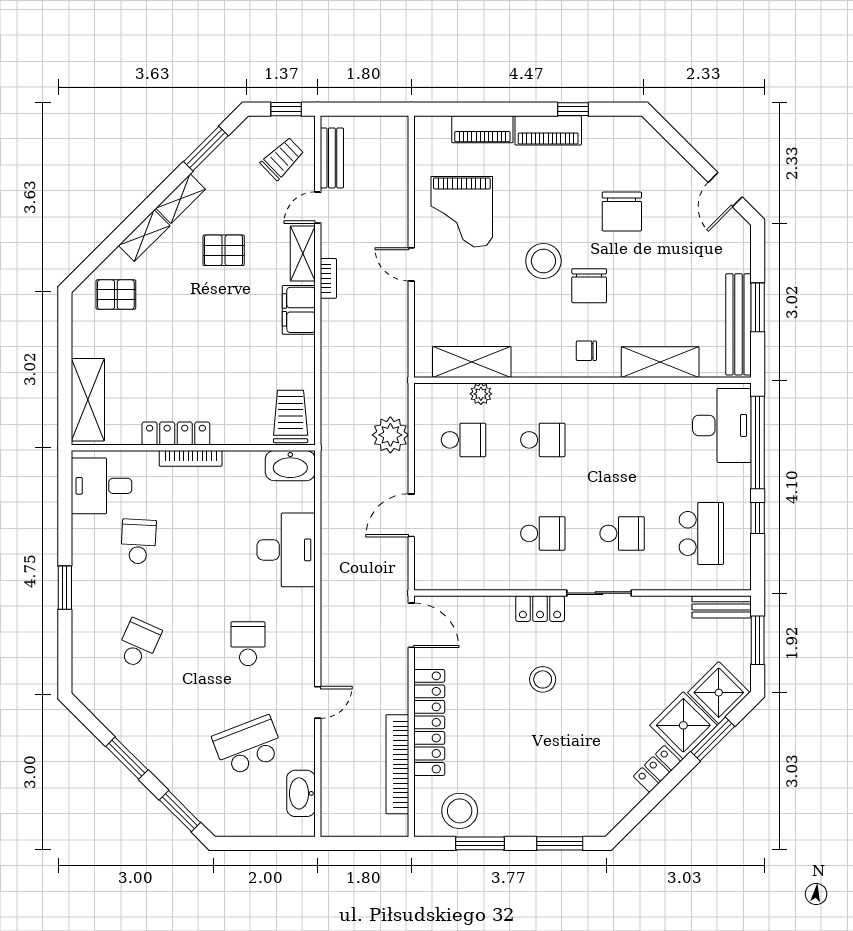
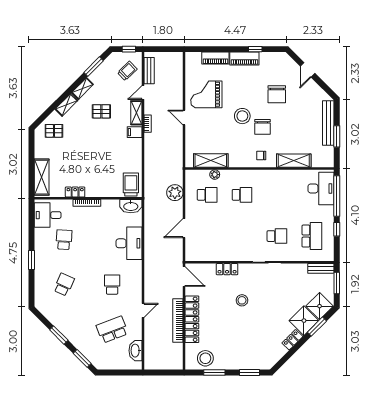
door: (725, 190) -> (308, 70), moved
grand piano: (462, 212) -> (206, 94), turned 90
filing cabinet: (299, 310) -> (135, 132), width x0.50
bench: (738, 324) -> (328, 123), moved
locker: (176, 434) -> (75, 192), width x0.66
school desk: (543, 533) -> (242, 236), removed
locker: (540, 609) -> (227, 269), moved
bookcase: (397, 764) -> (178, 320), moved

